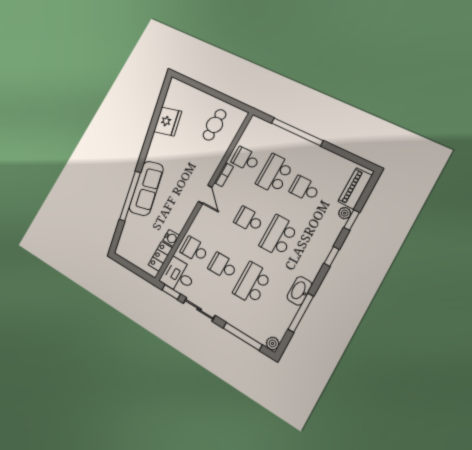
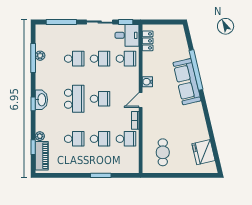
fridge: (168, 121) -> (203, 152), moved
window: (297, 132) -> (101, 175), width x0.47
school desk: (275, 174) -> (100, 139), width x0.54
door: (205, 194) -> (141, 100), hinge flipped
window: (352, 220) -> (33, 147), moved
water cooler: (171, 238) -> (147, 82), moved
school desk: (252, 283) -> (74, 59), width x0.54
washbasin: (299, 291) -> (41, 100), moved
plant: (273, 343) -> (40, 56), moved

